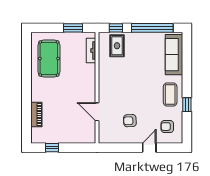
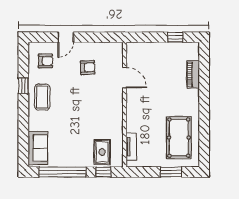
window: (73, 28) -> (171, 172), moved
sofa: (174, 55) -> (38, 148), width x0.73

